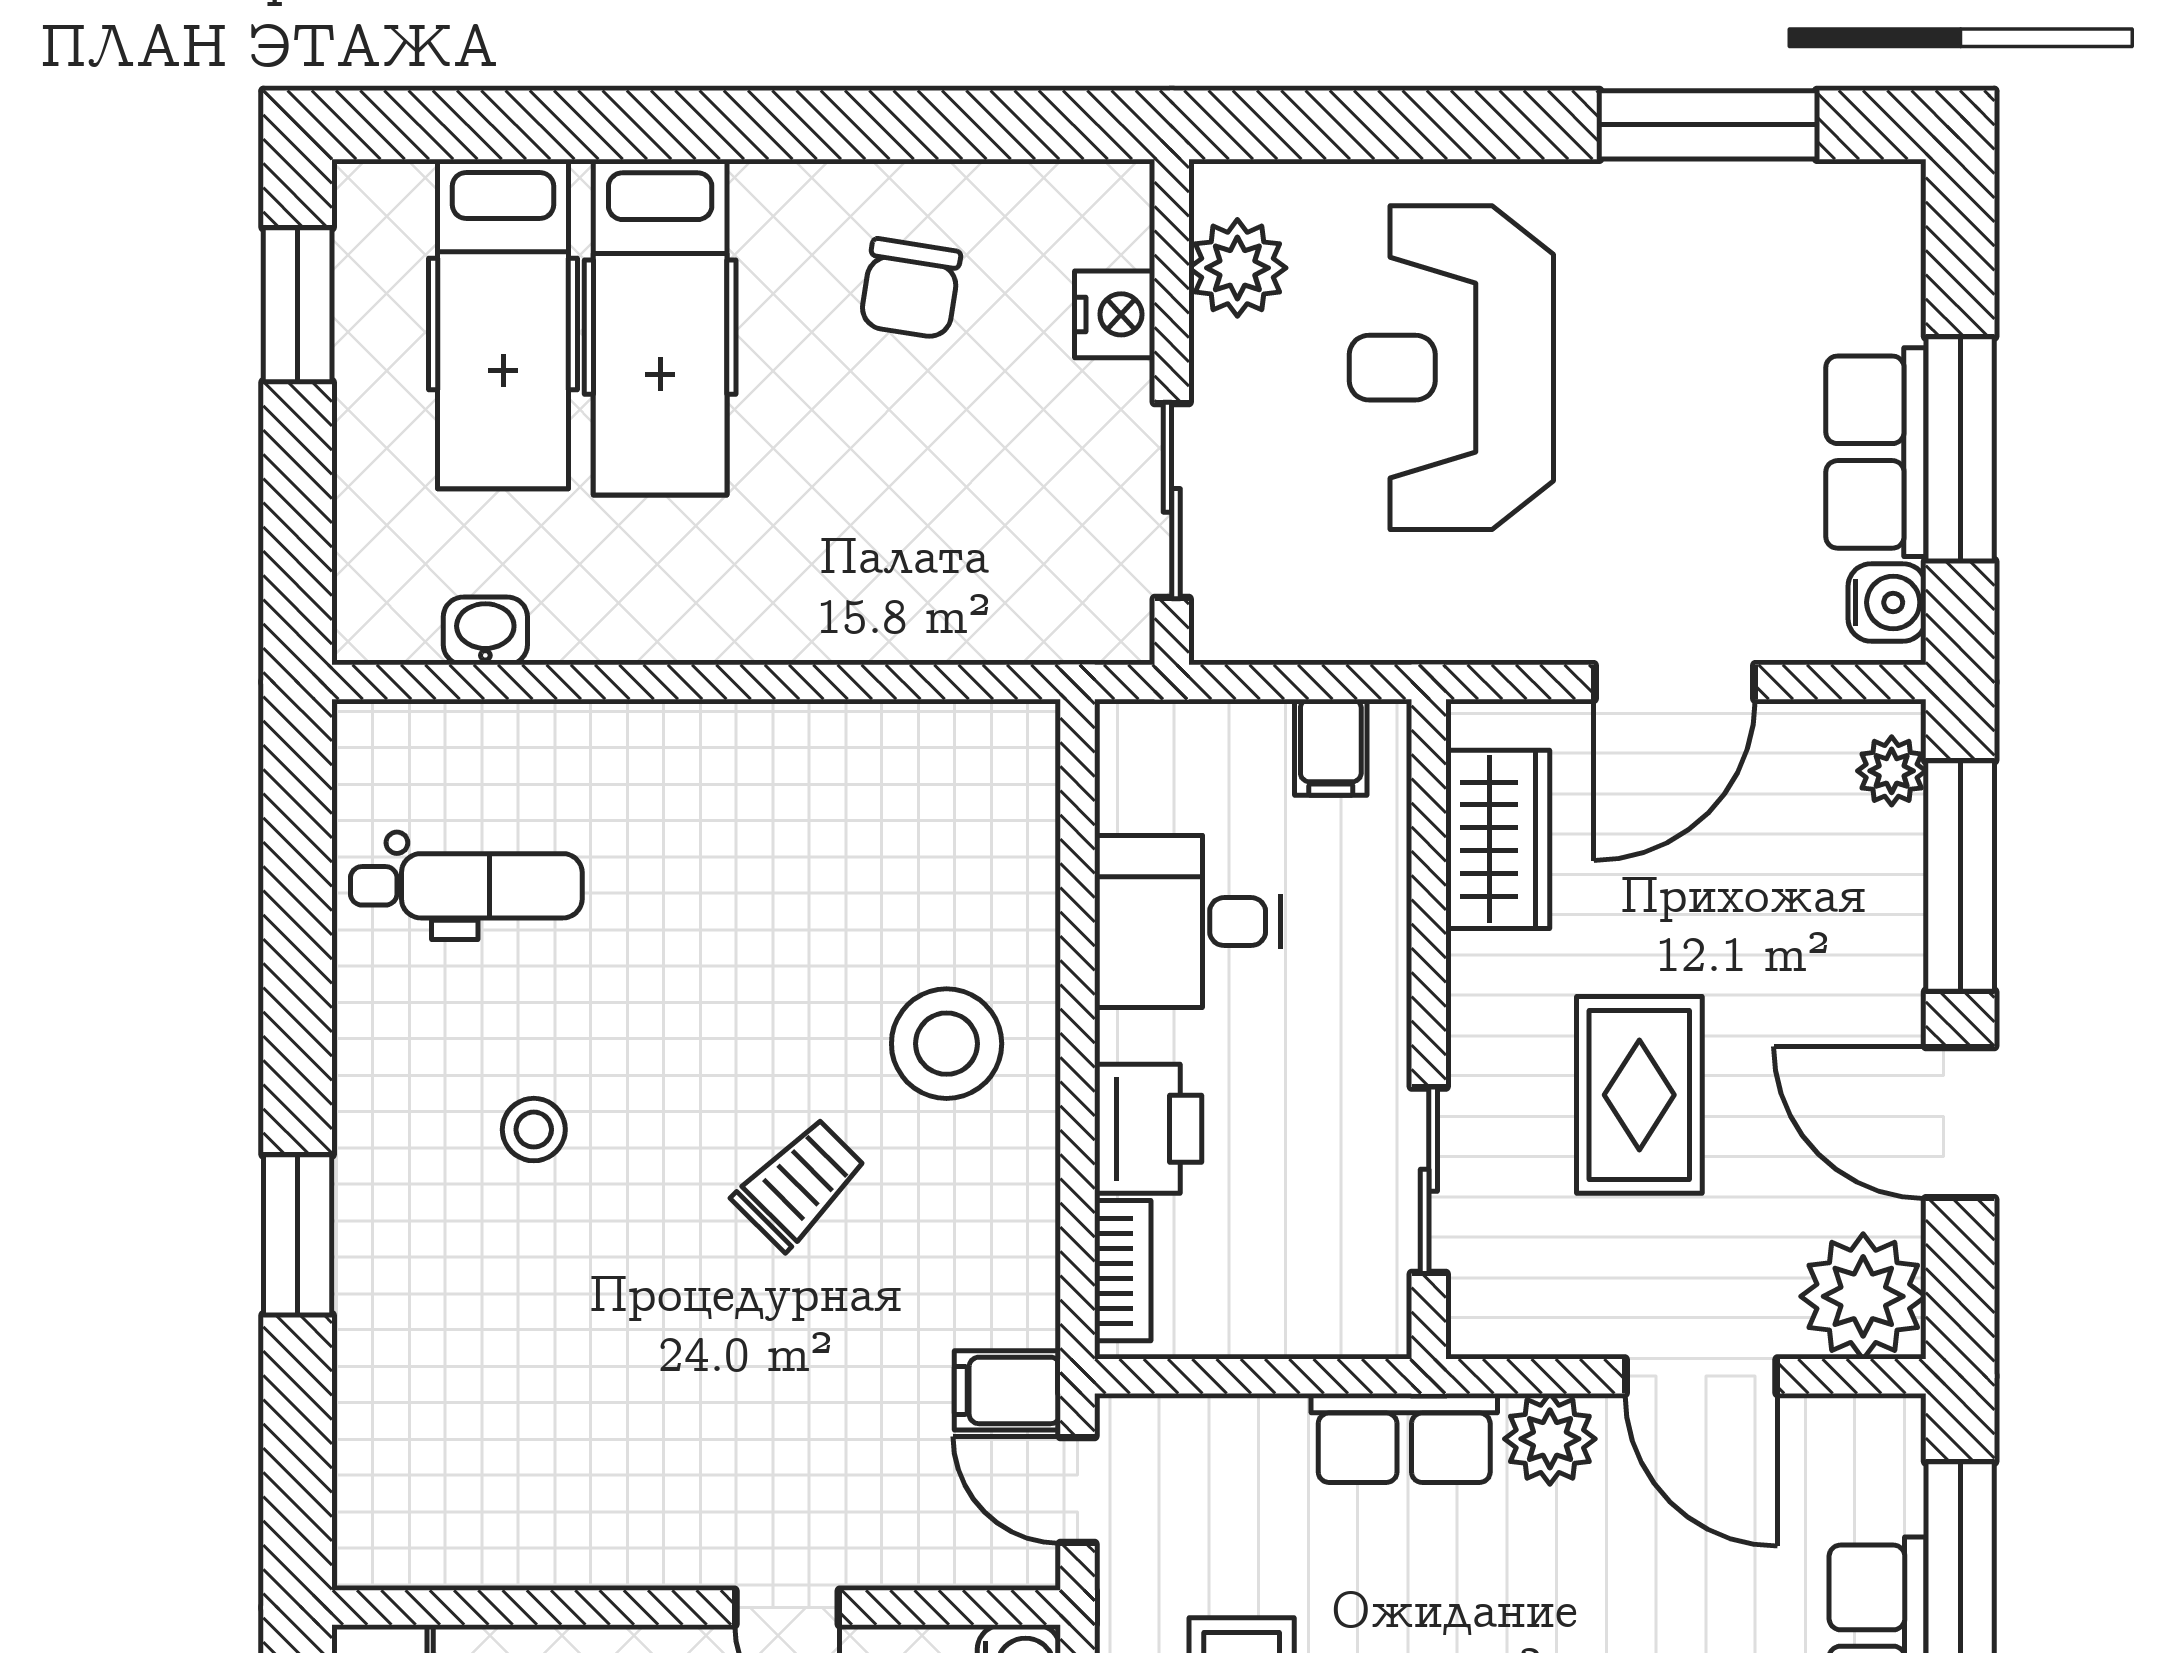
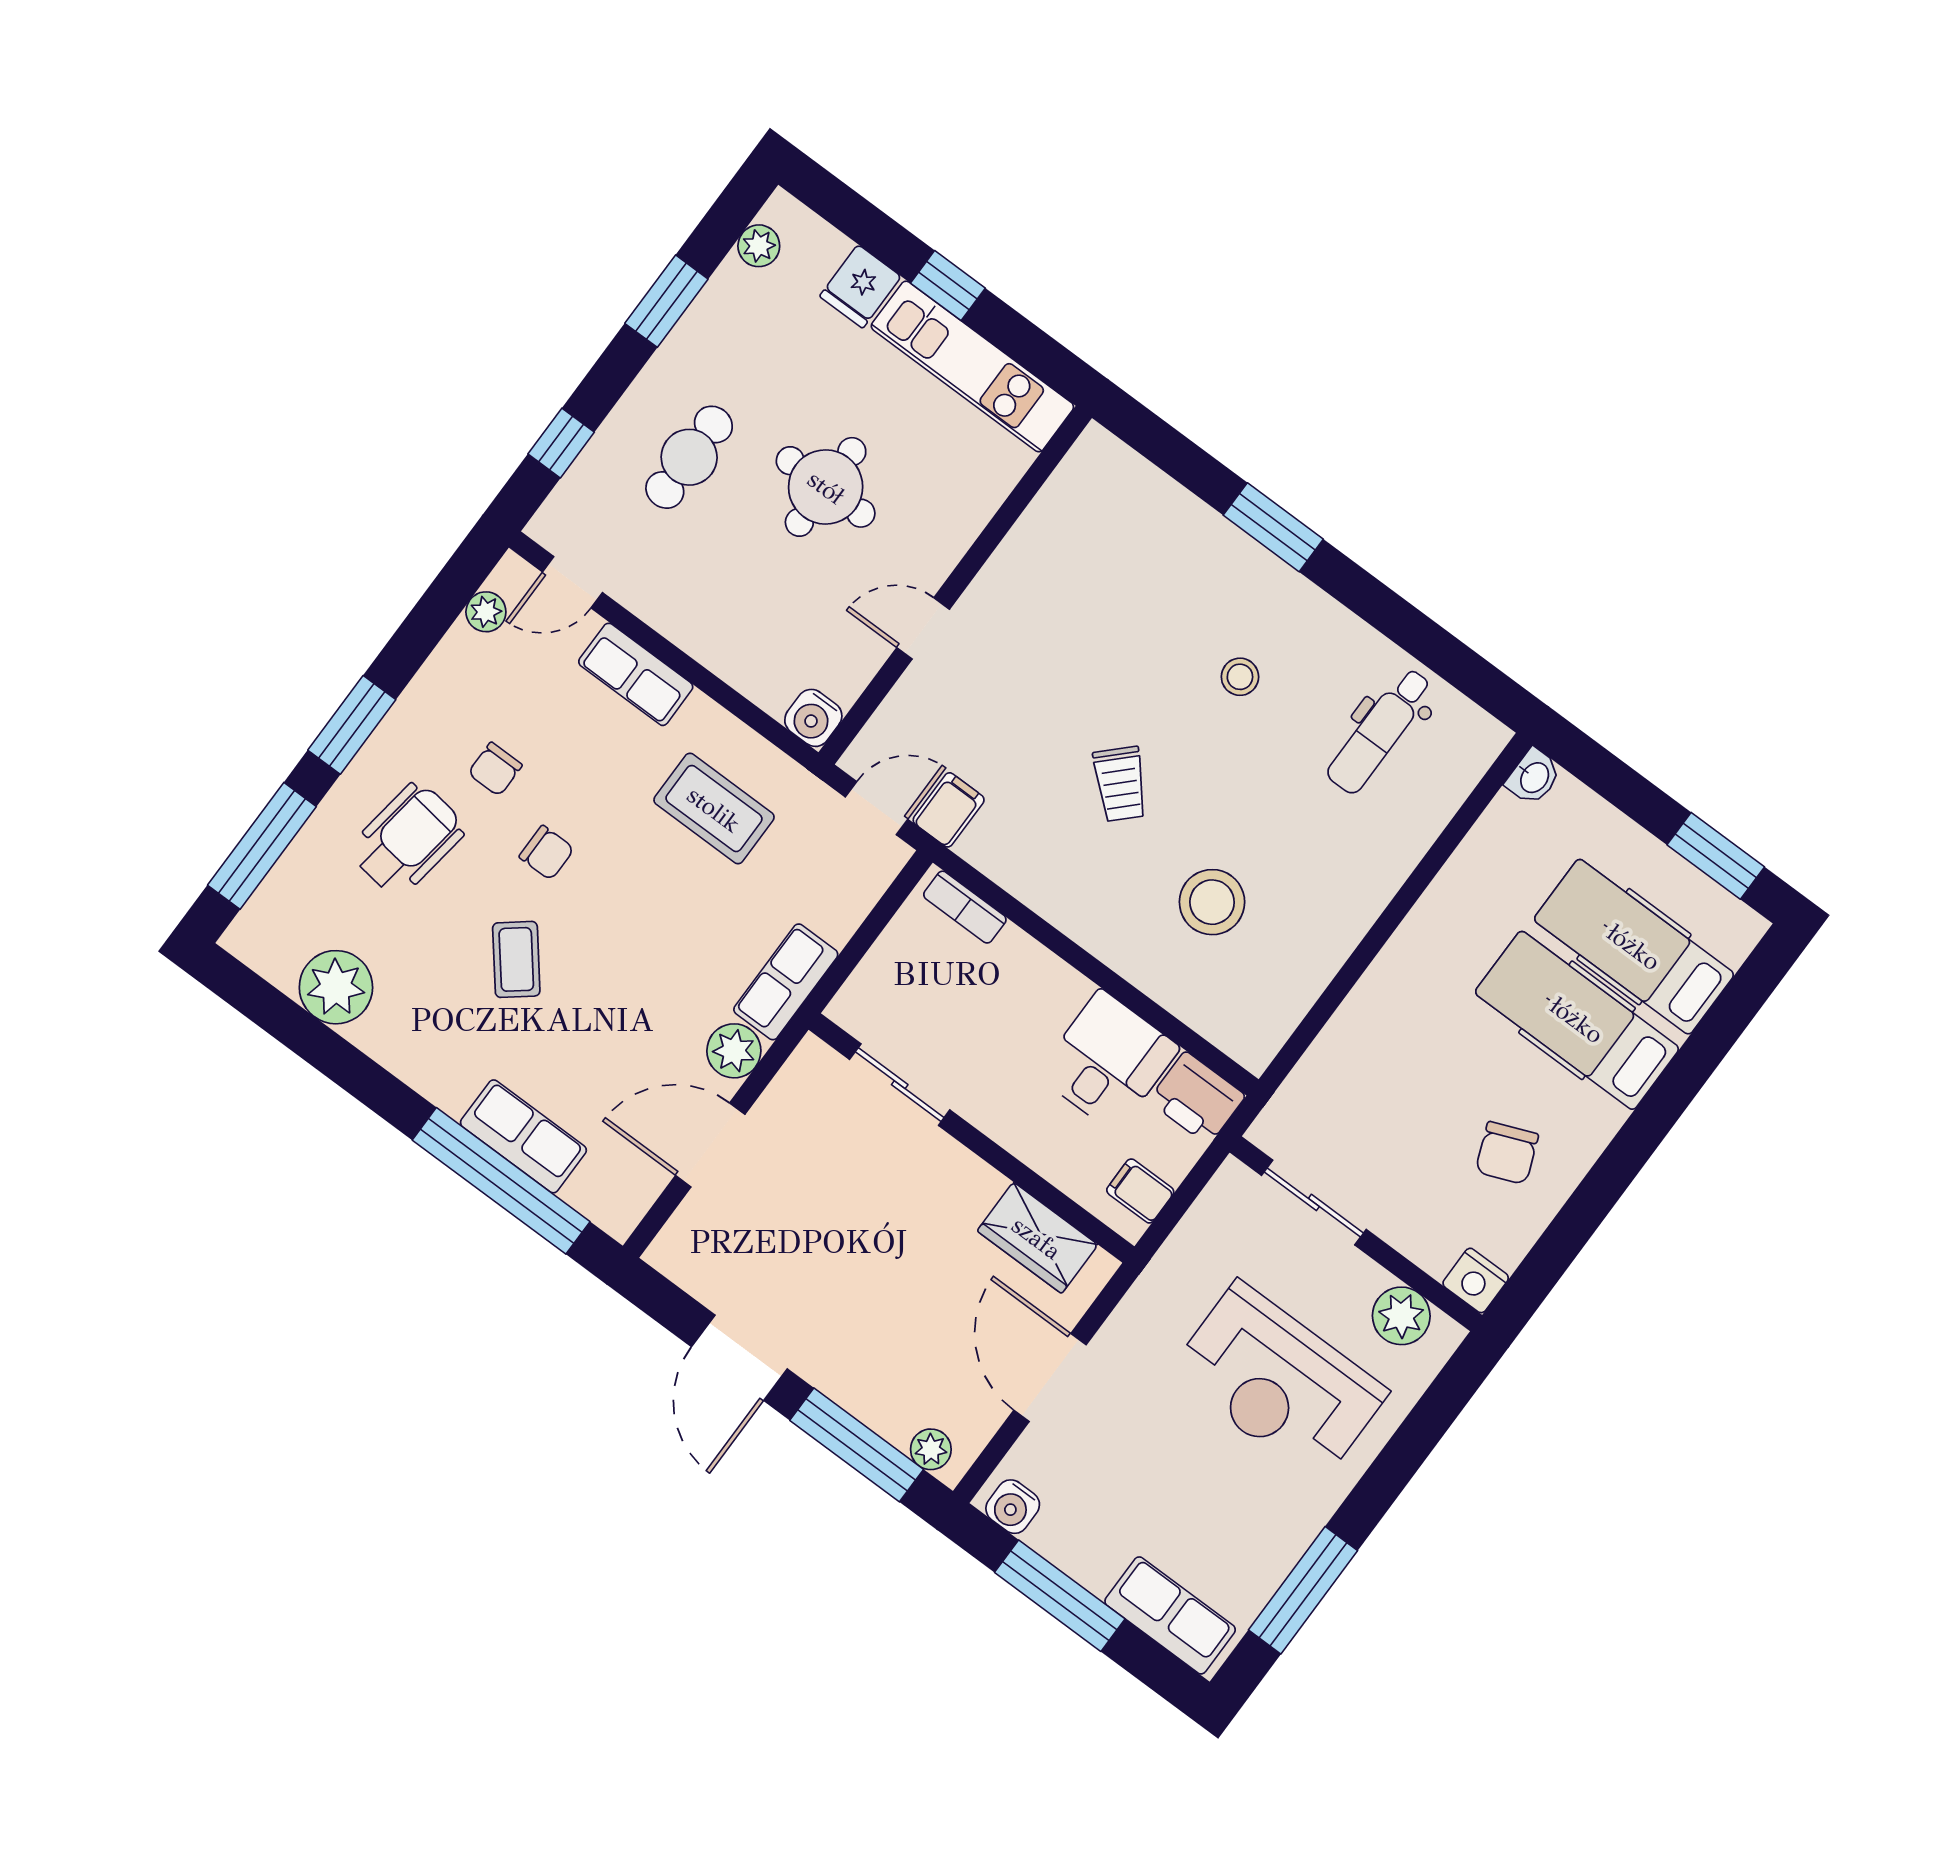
chair: (910, 289) -> (1507, 1153), turned -121
nightstand: (1115, 314) -> (1476, 1280), moved
reception desk: (1451, 368) -> (1278, 1382), turned 180
row of seats: (1876, 452) -> (1170, 1615), moved
washbasin: (485, 631) -> (1534, 777), moved
stool: (947, 1044) -> (1212, 902), moved
rug: (1639, 1095) -> (866, 1215), removed
door: (1960, 1123) -> (739, 1358), swing flipped
printer: (1148, 1129) -> (1197, 1098), moved
plant: (1863, 1296) -> (691, 1250), removed

